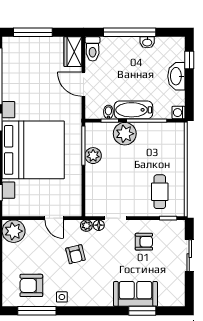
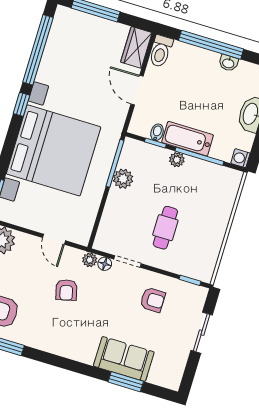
plant: (125, 134) -> (177, 160), width x0.53, depth x0.53
cafe table: (160, 192) -> (165, 228), moved
side table: (62, 297) -> (35, 336), removed

